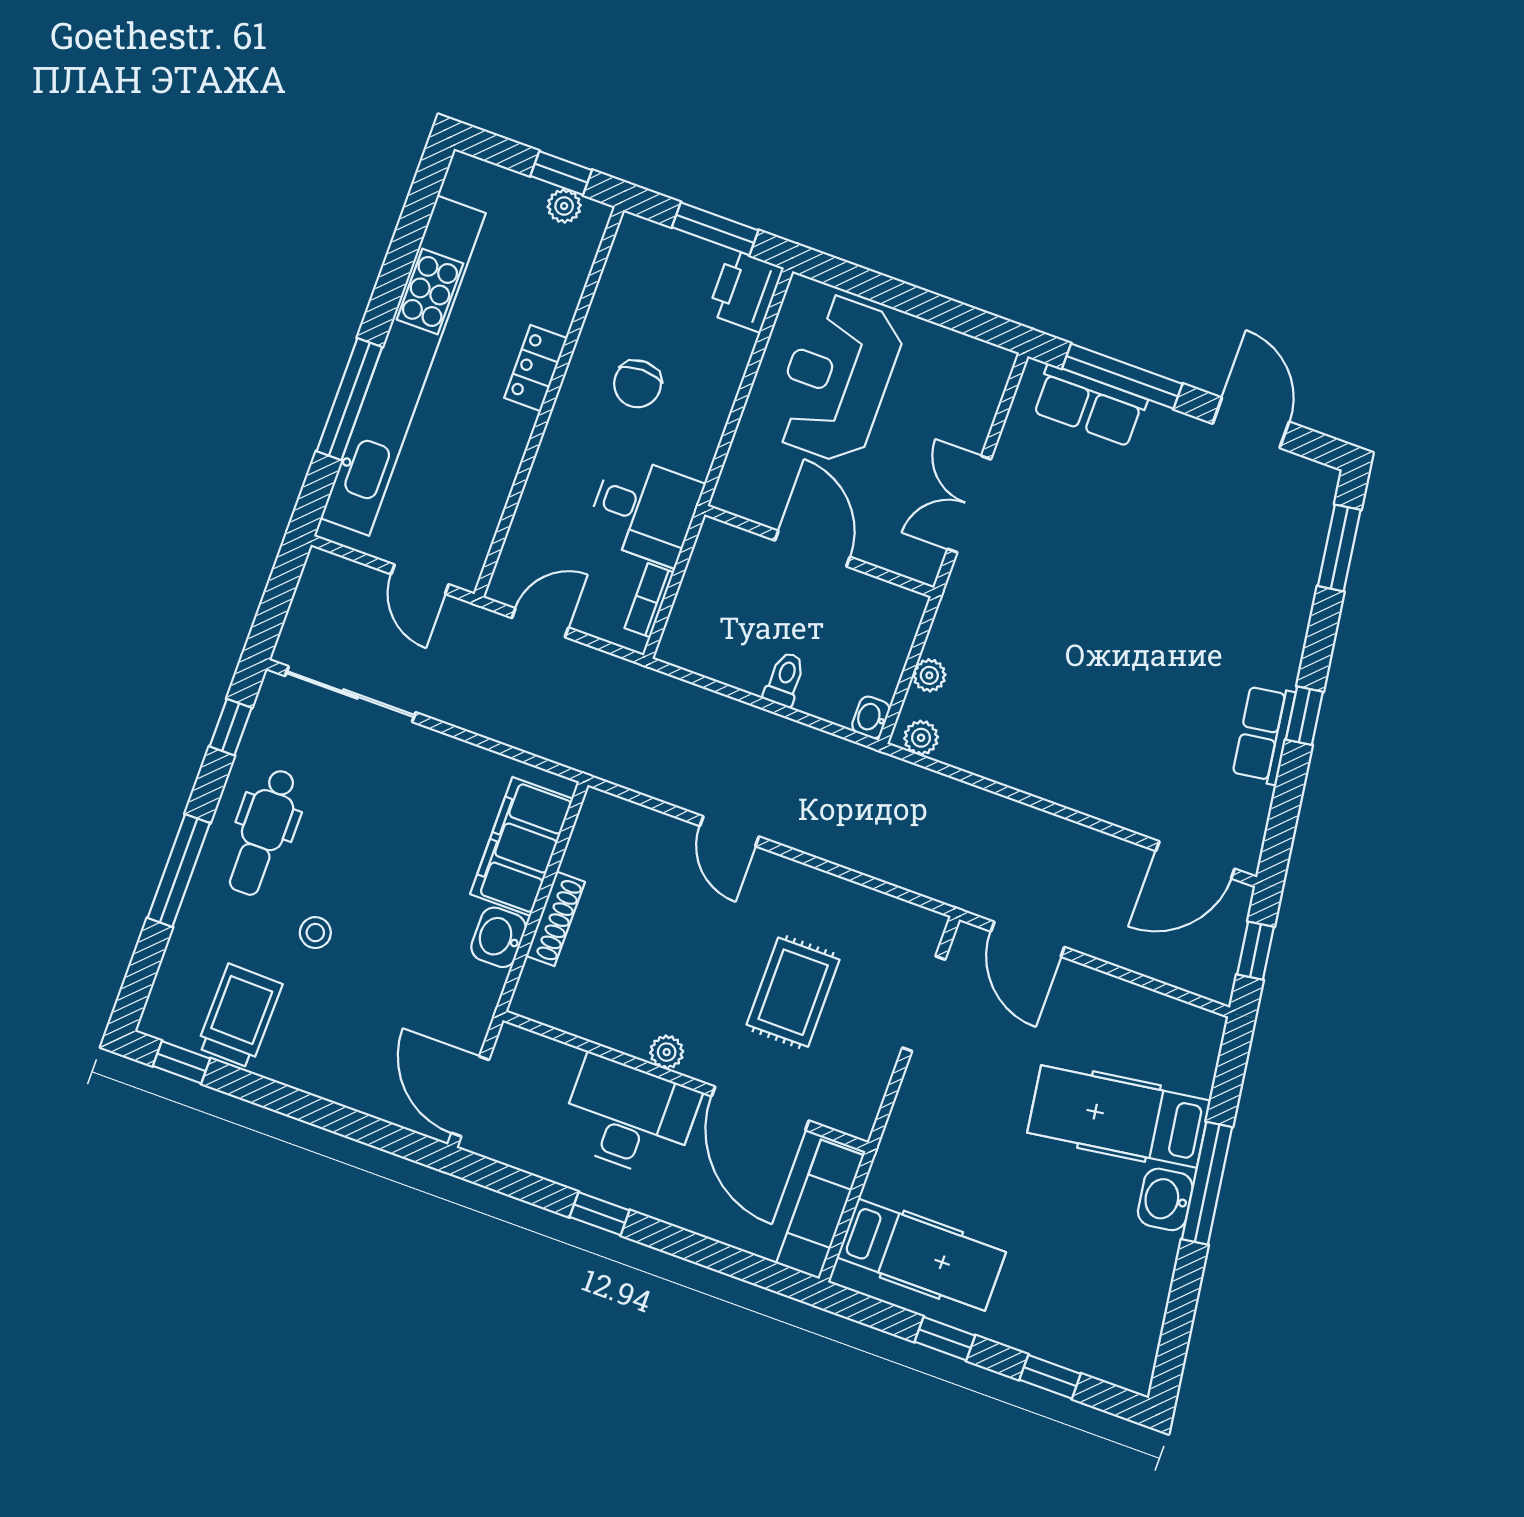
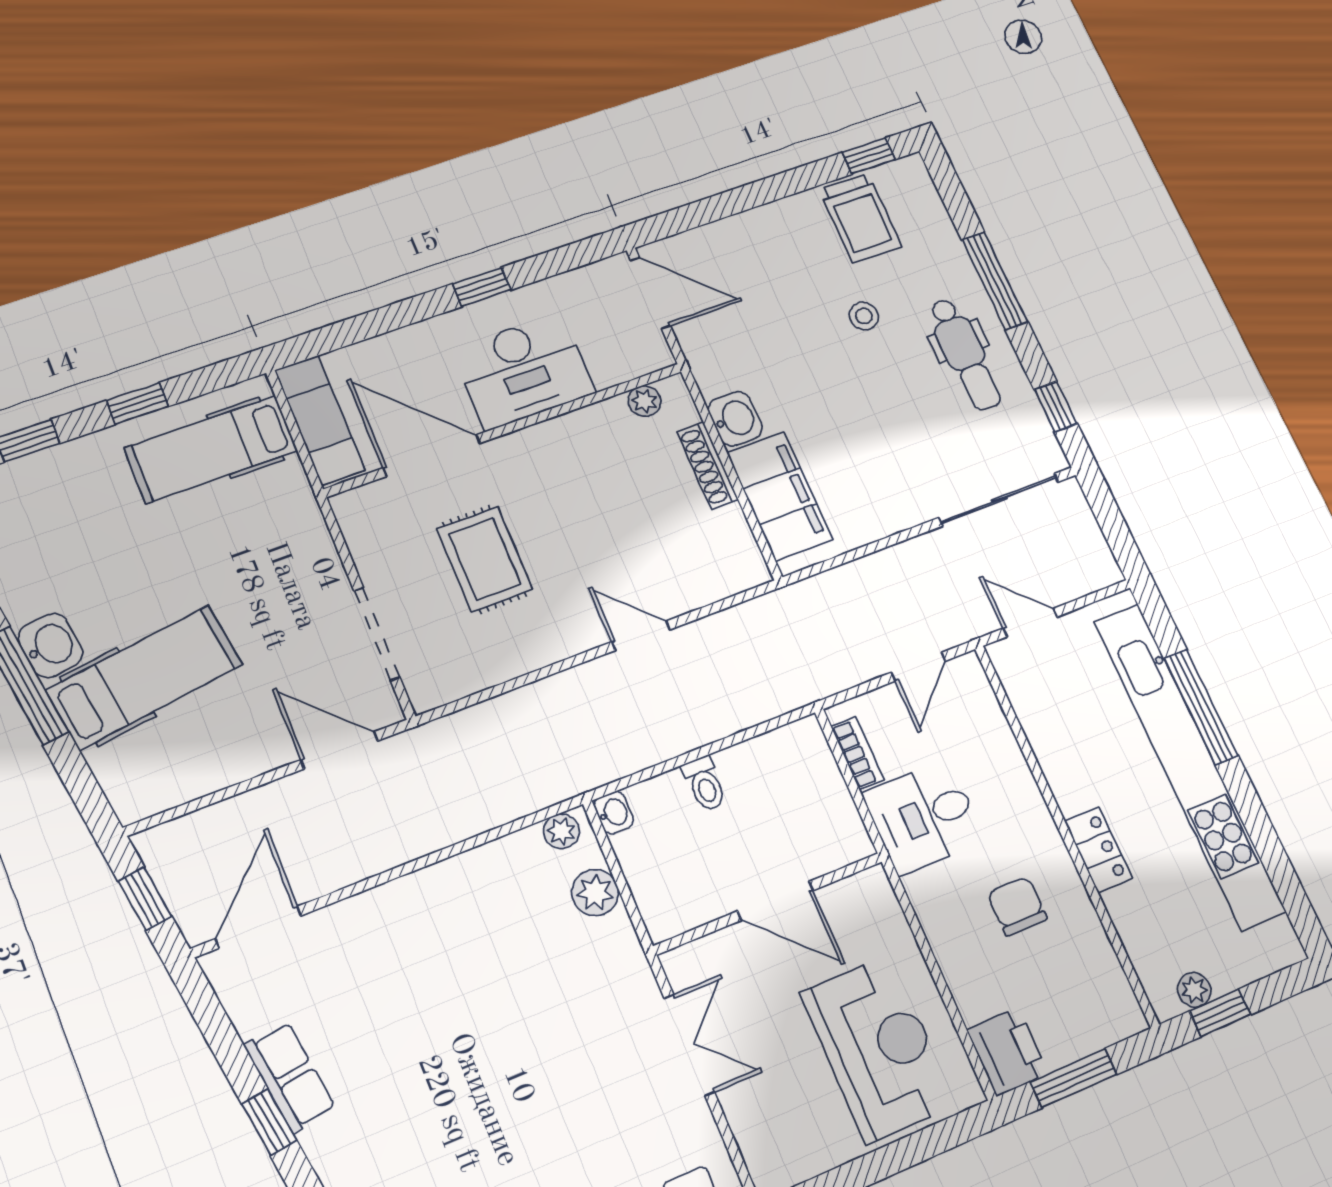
plant: (929, 675) -> (595, 893), width x1.38, depth x1.38
dental chair: (263, 832) -> (965, 354), turned 180
plant: (667, 1052) -> (644, 401), moved

